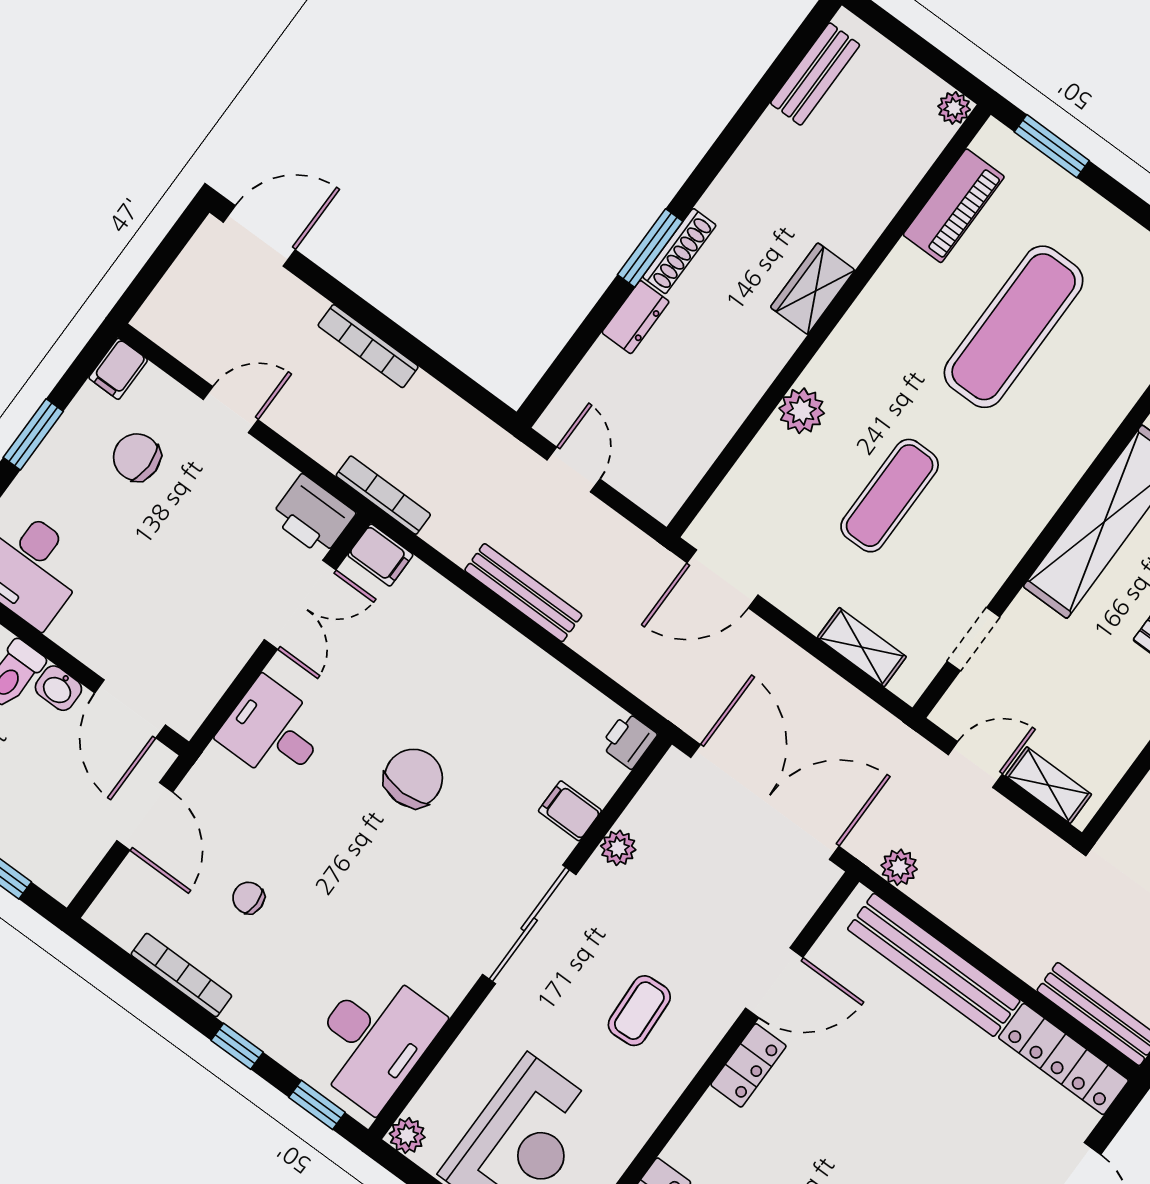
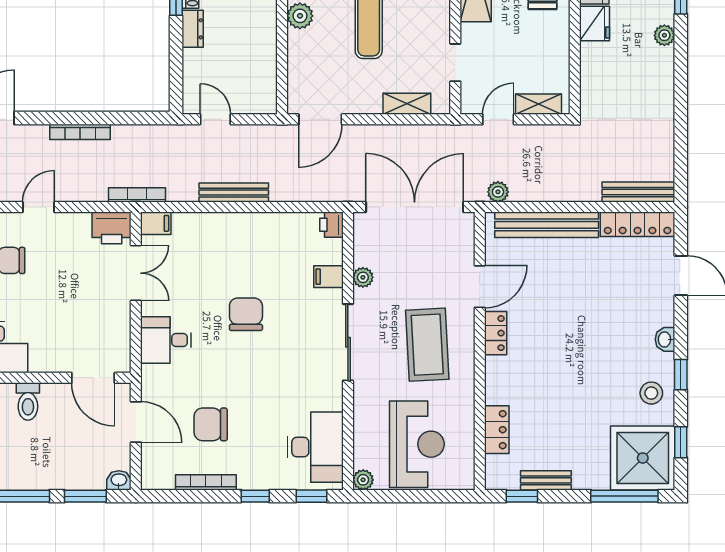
washbasin: (58, 688) -> (119, 480), moved, turned 180
chair: (249, 898) -> (211, 424), width x1.87, depth x1.87
coffee table: (639, 1011) -> (427, 345), width x1.86, depth x1.72

